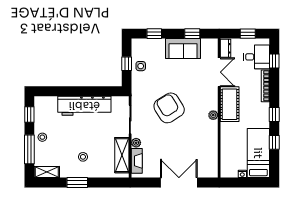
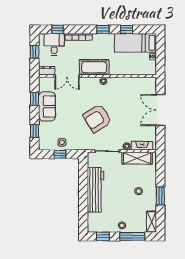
double door: (219, 72) -> (67, 76), swing flipped

